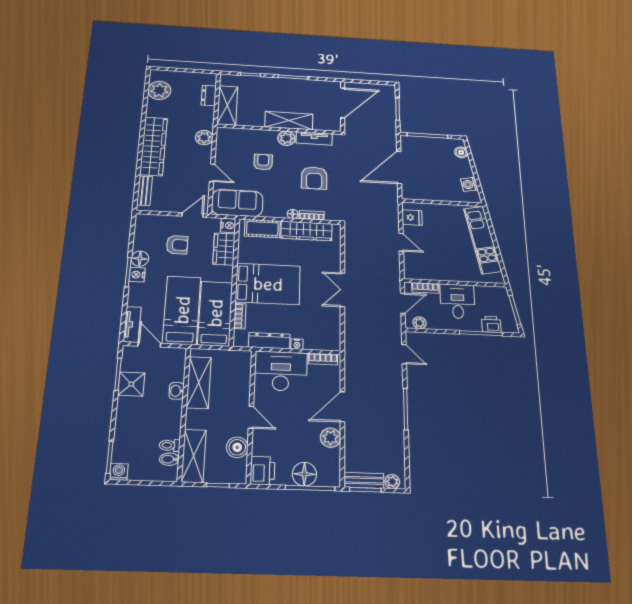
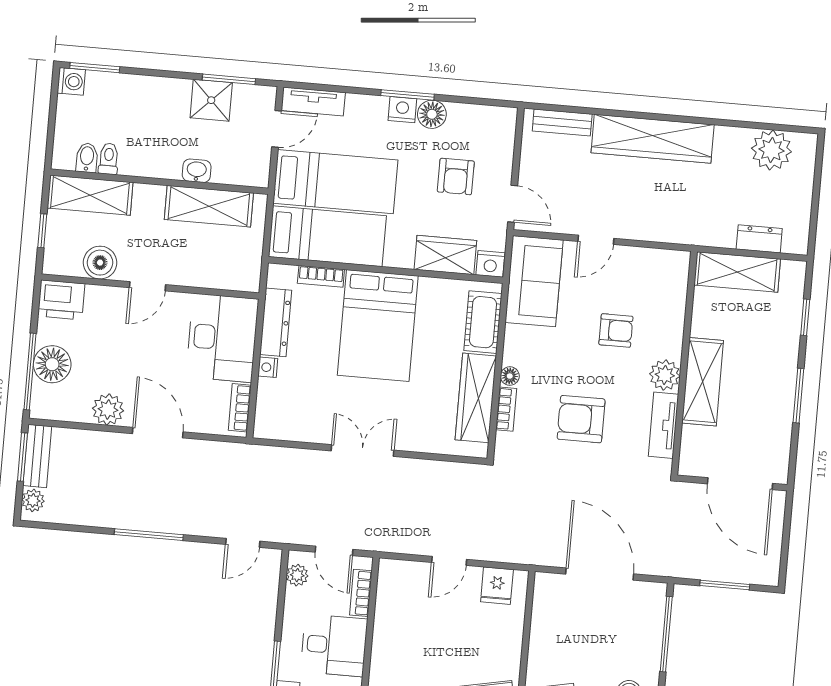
plant: (204, 138) -> (669, 228), removed

